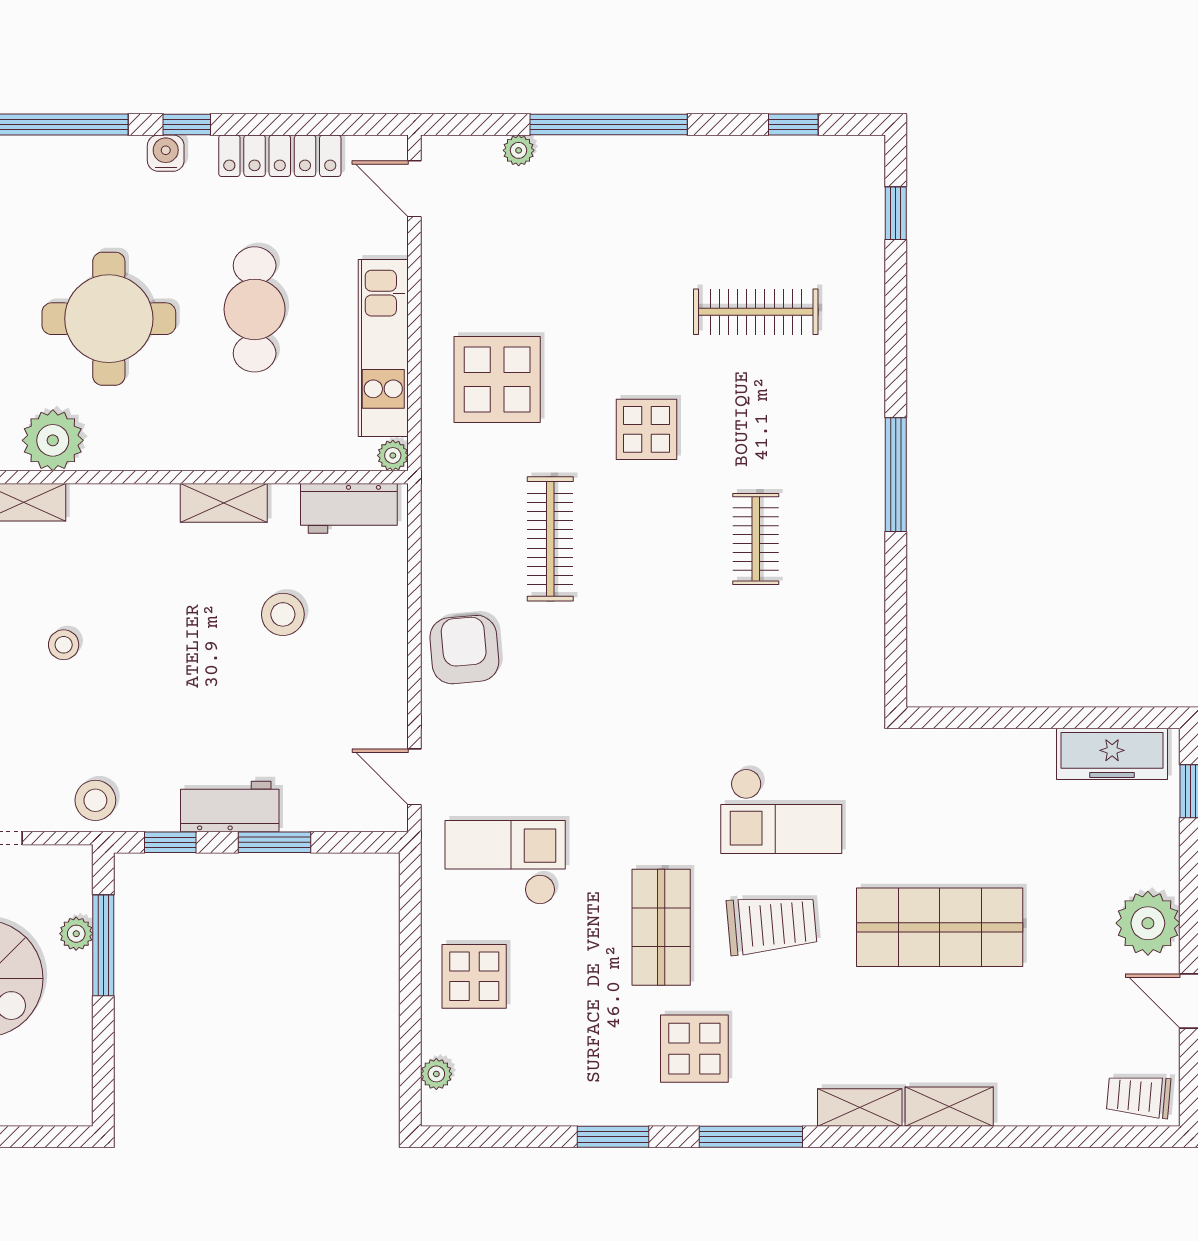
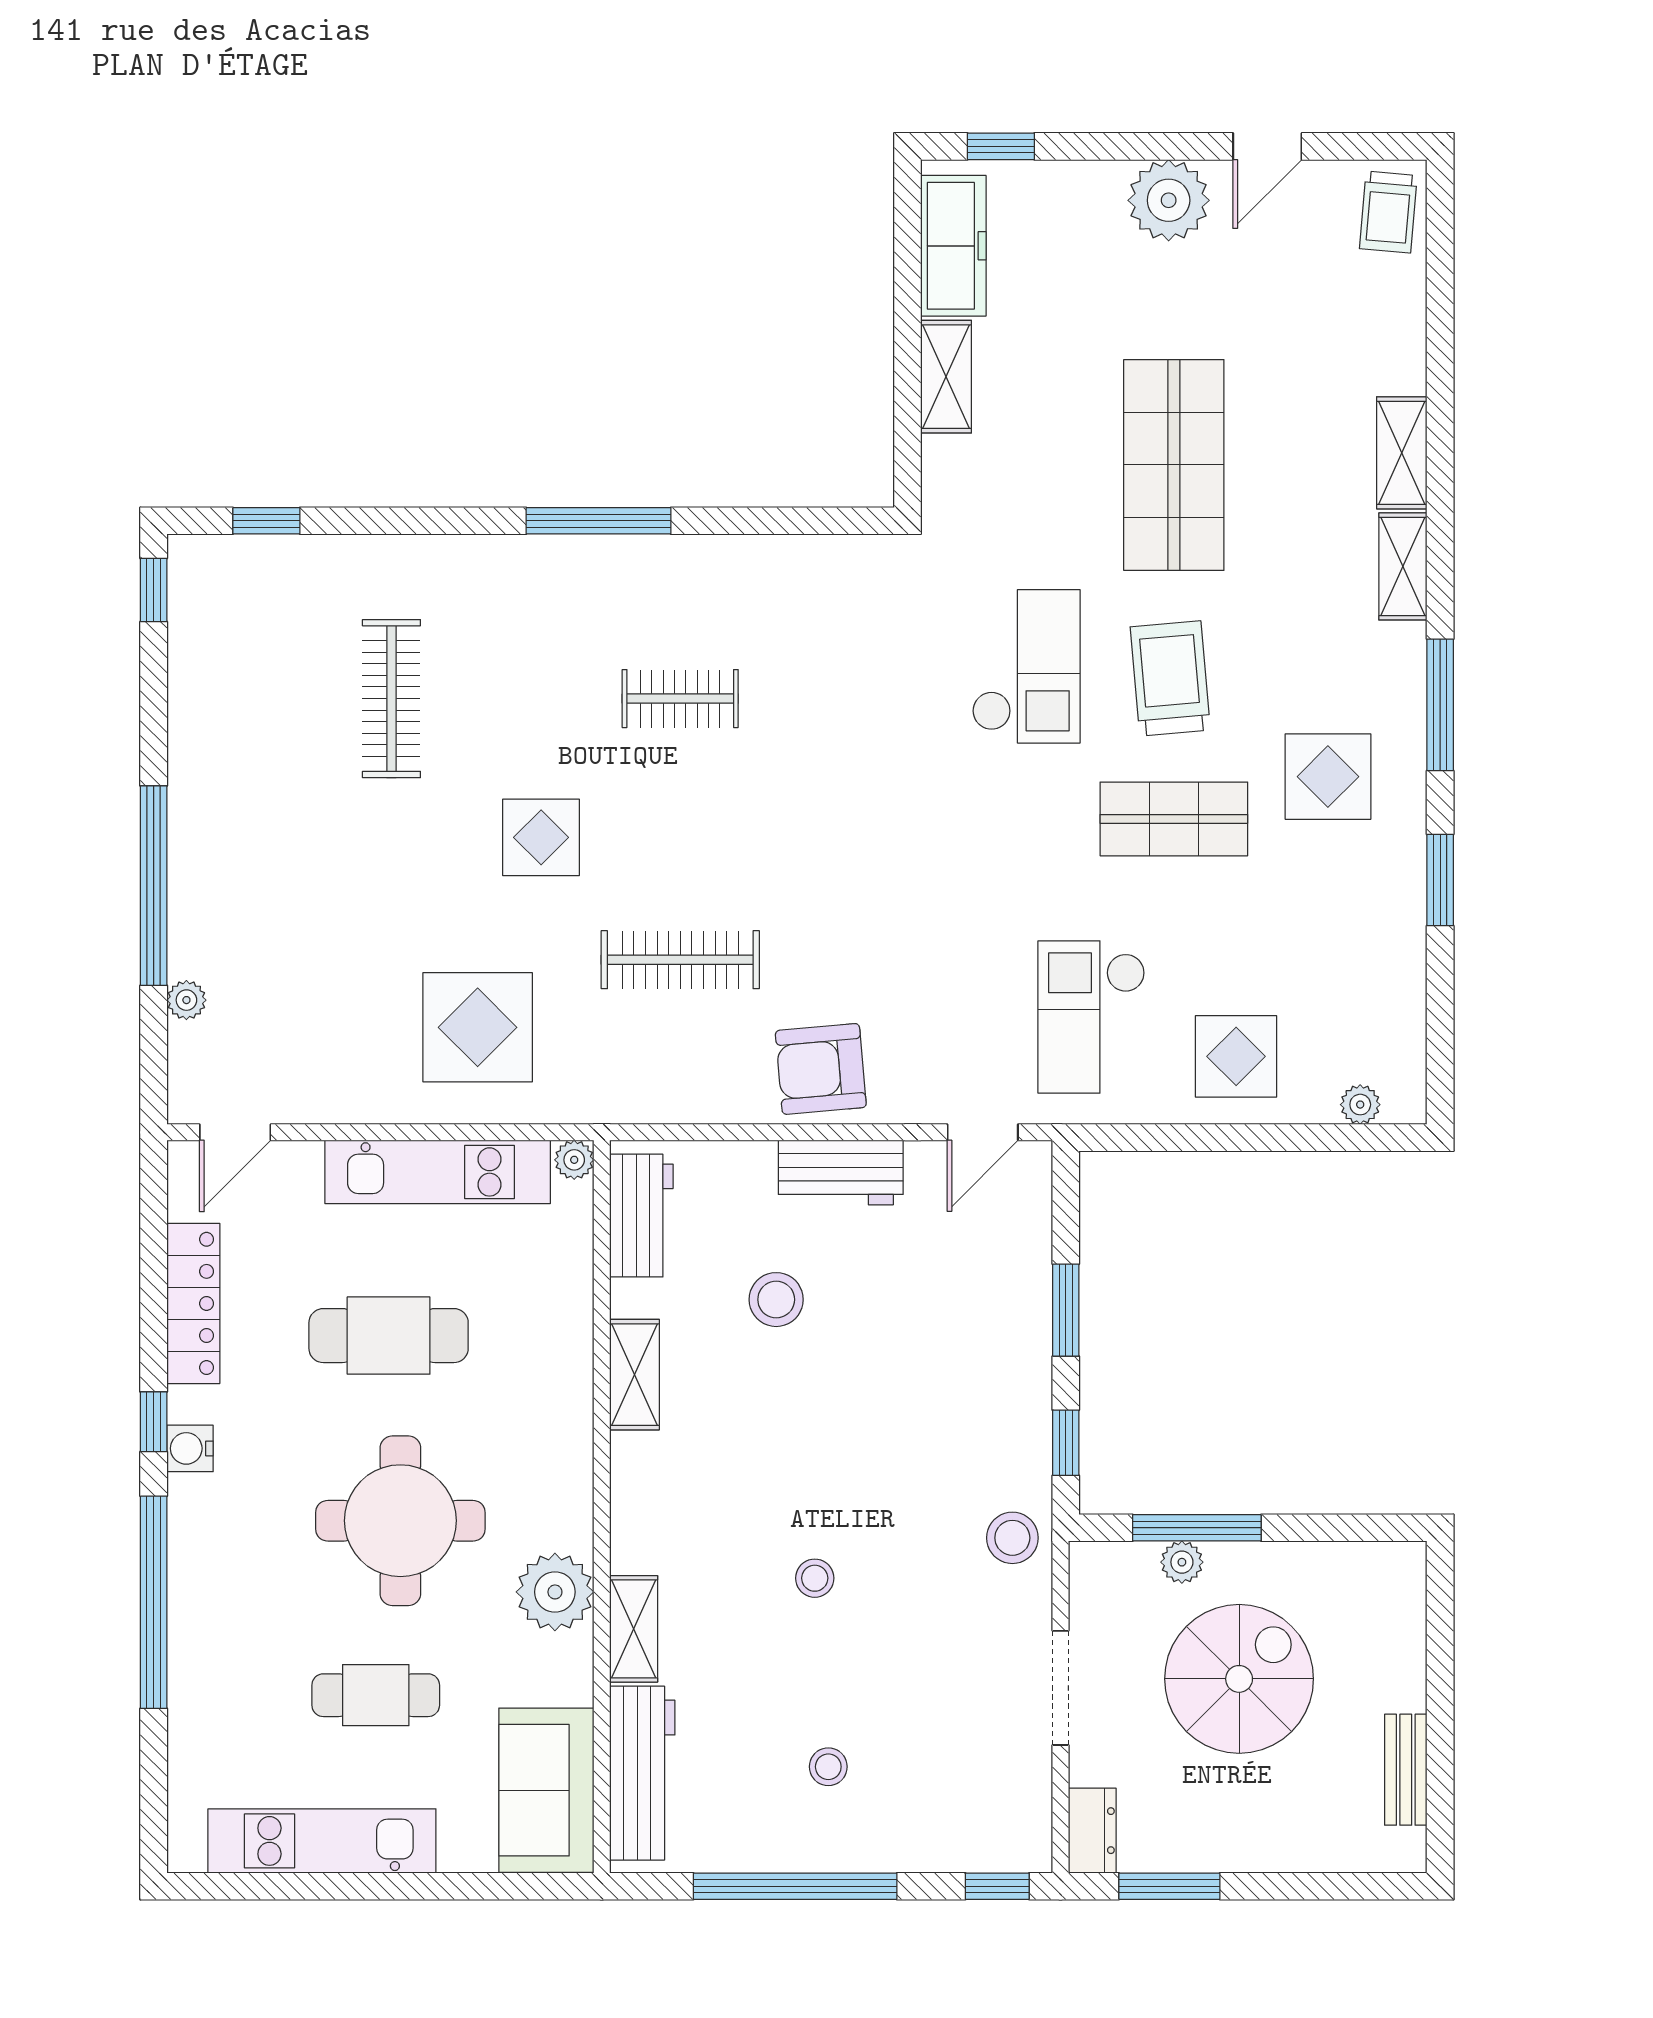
window: (793, 125) -> (154, 590), moved
shelving: (1009, 748) -> (946, 377), added
workbench: (230, 807) -> (841, 1172), moved, turned -90

